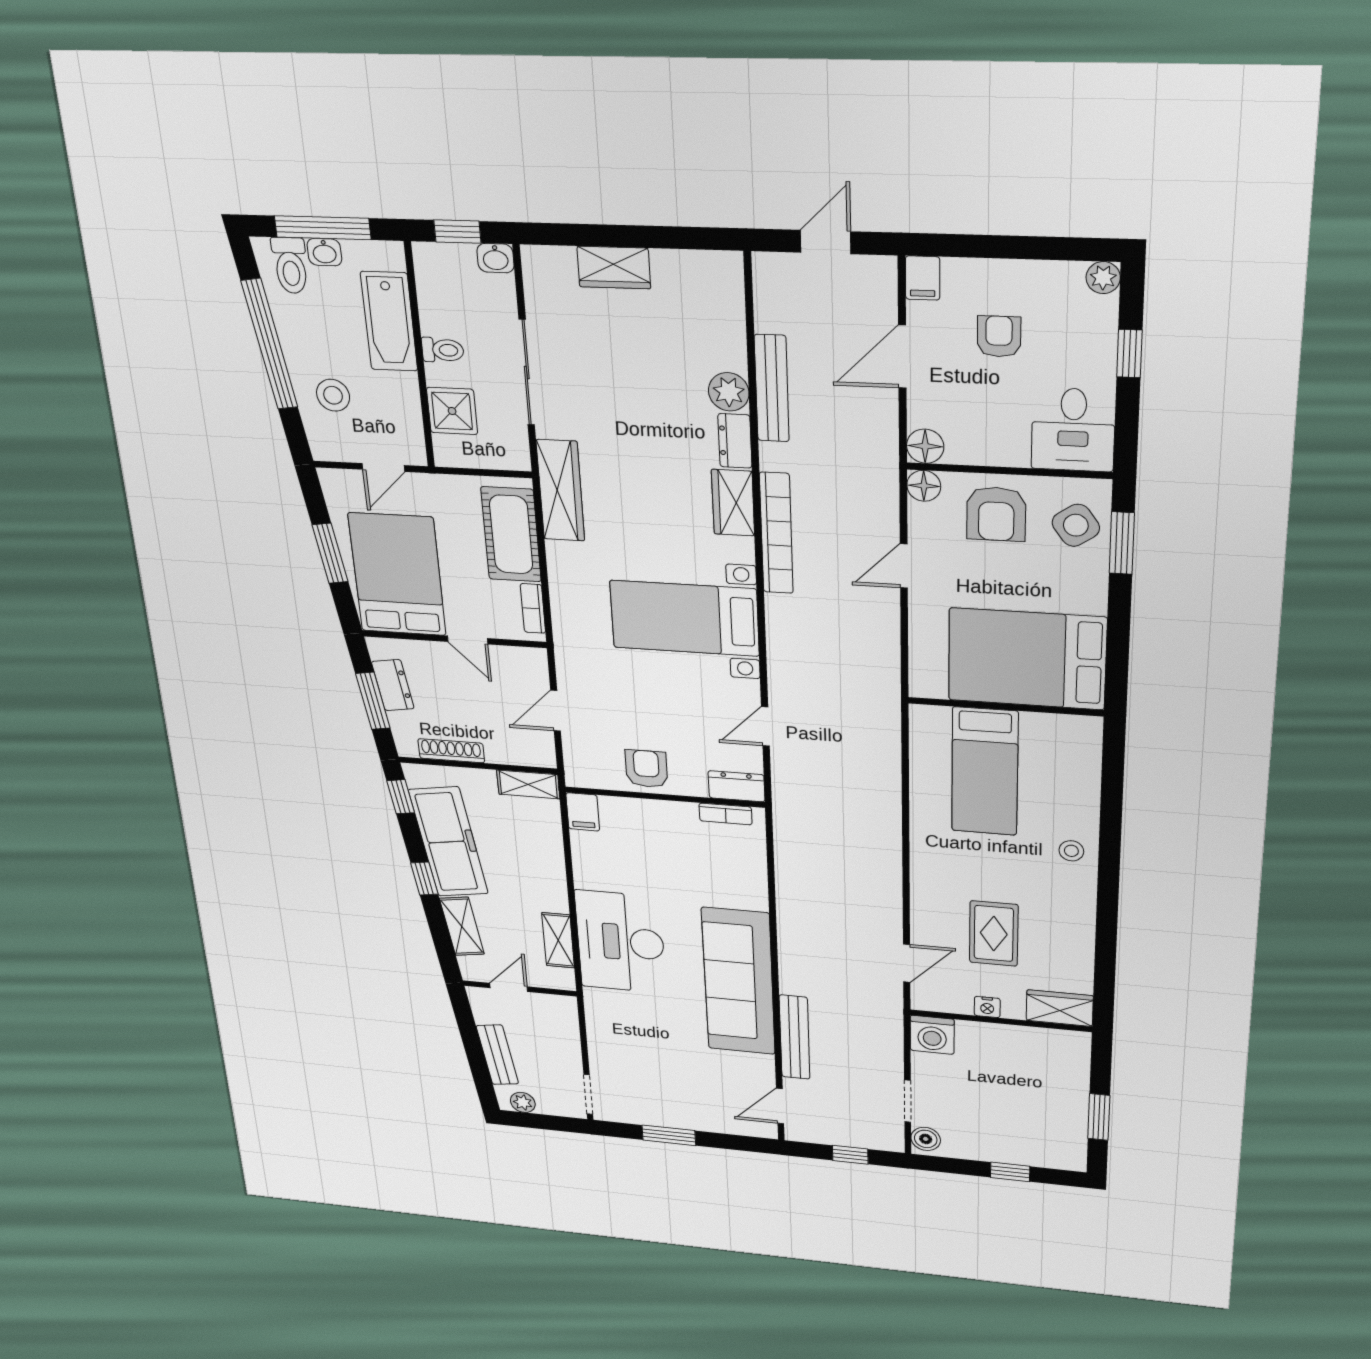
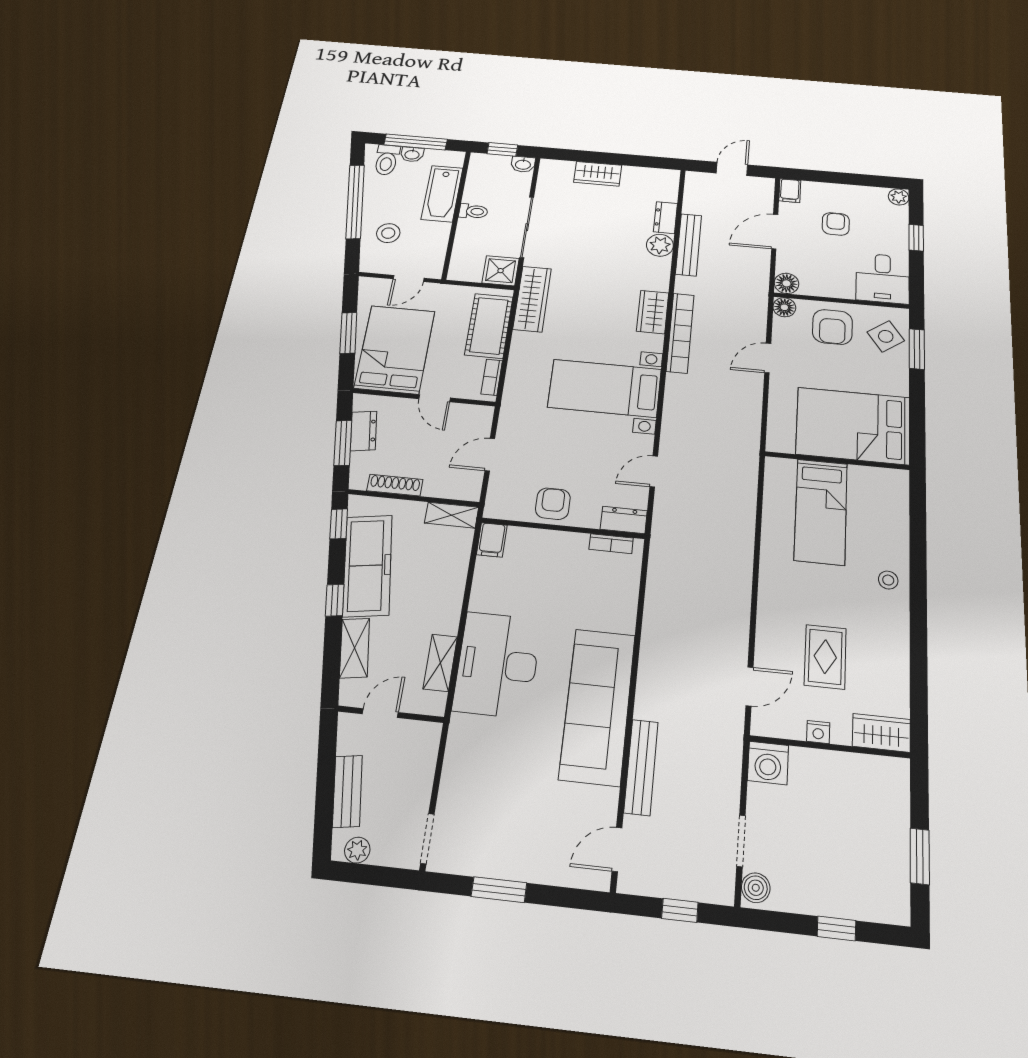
shower: (452, 411) -> (501, 271), moved
dresser: (735, 441) -> (666, 218), moved

